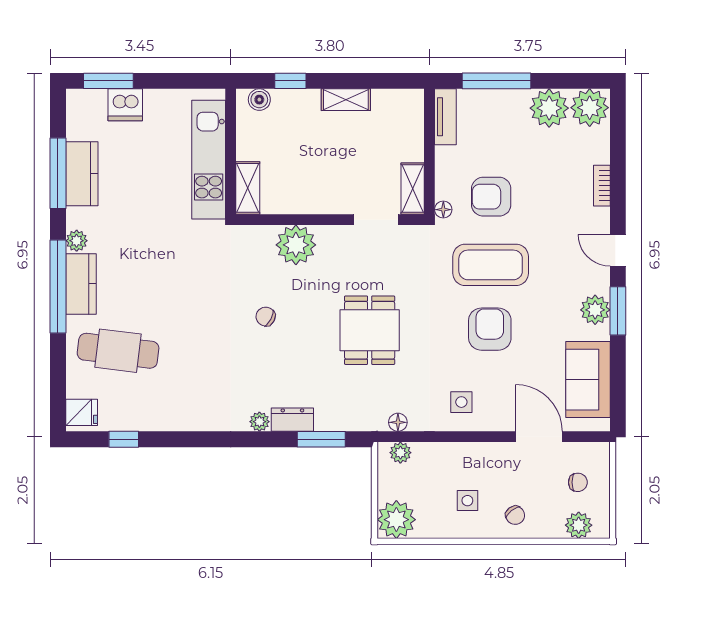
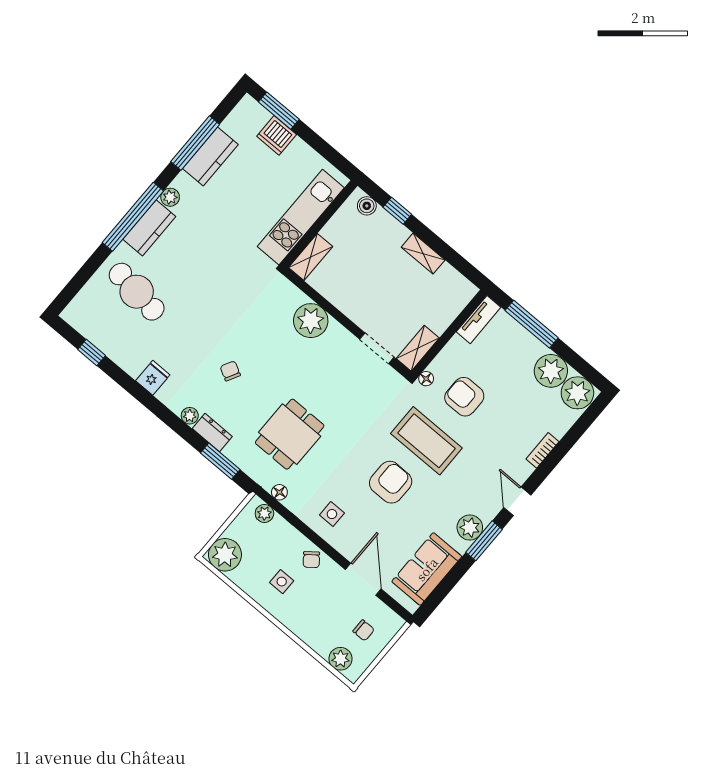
chair: (266, 317) -> (230, 371), moved
dining table: (370, 330) -> (290, 434), moved
fridge: (82, 412) -> (153, 378), moved, turned -90
chair: (515, 515) -> (311, 560), moved

